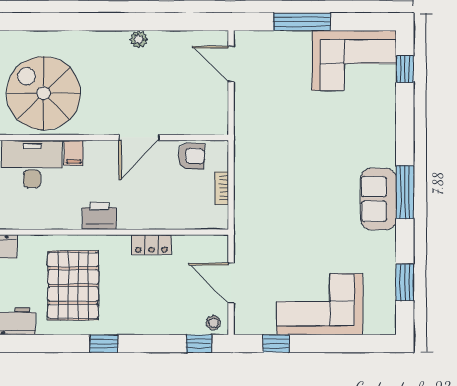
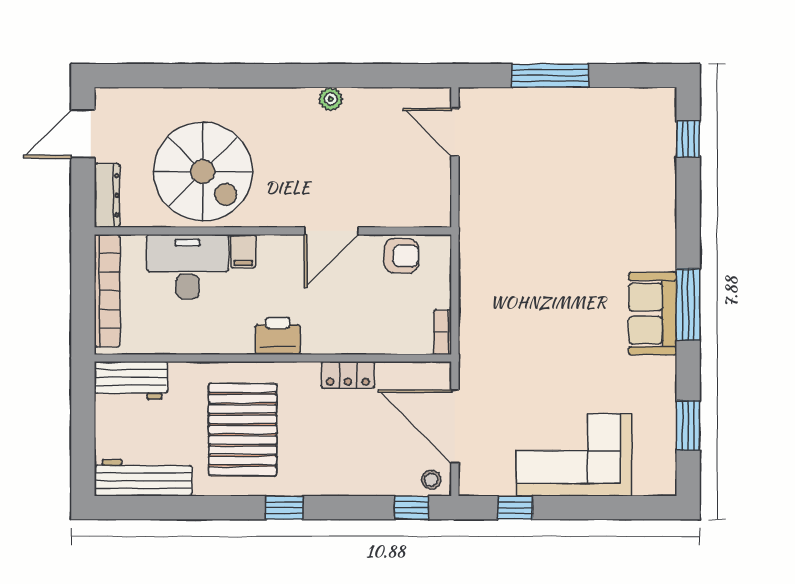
corner sofa: (354, 61) -> (620, 128), removed
spiral stairs: (43, 93) -> (203, 171), turned 180
bookcase: (222, 188) -> (442, 332), moved
door: (231, 283) -> (455, 427), width x1.36

